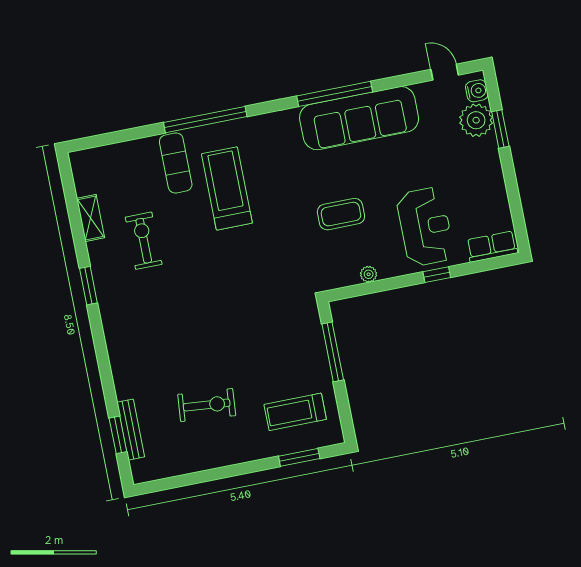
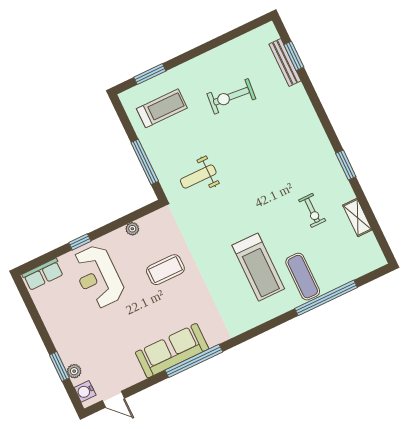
sofa: (359, 118) -> (172, 351), width x0.74, depth x0.79
window: (205, 120) -> (326, 298), moved
plant: (476, 120) -> (74, 371), width x0.53, depth x0.53
exercise bike: (144, 241) -> (312, 210), width x0.73, depth x0.72
weight bench: (272, 317) -> (198, 177), added

